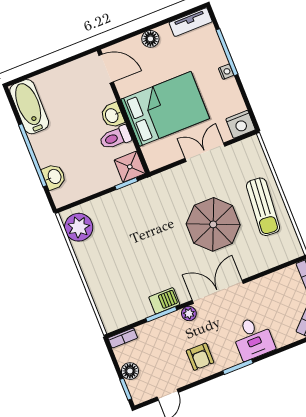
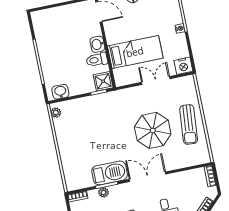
bathtub: (29, 107) -> (42, 28), removed
bed: (165, 109) -> (135, 52), width x0.67
washbasin: (54, 177) -> (60, 92), moved, turned -90
plant: (79, 227) -> (56, 113), width x0.53, depth x0.53
barbecue: (164, 301) -> (110, 173), width x1.88, depth x1.53
plant: (189, 313) -> (104, 192), moved

